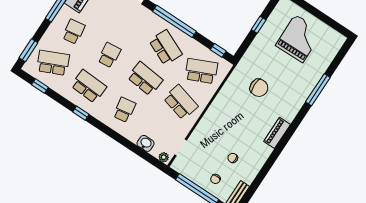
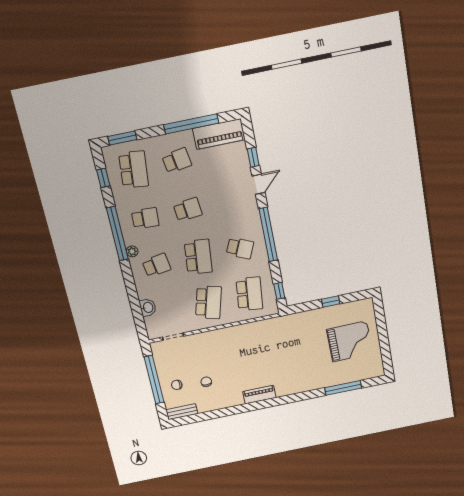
school desk: (166, 47) -> (240, 248), width x0.54
school desk: (53, 63) -> (134, 169), turned 30
school desk: (201, 71) -> (249, 294), turned 30
school desk: (89, 86) -> (145, 218), width x0.54
chair: (259, 88) -> (281, 349), removed
window: (318, 90) -> (343, 388), moved
window: (81, 113) -> (117, 234), width x3.17
plant: (164, 157) -> (132, 251), moved

